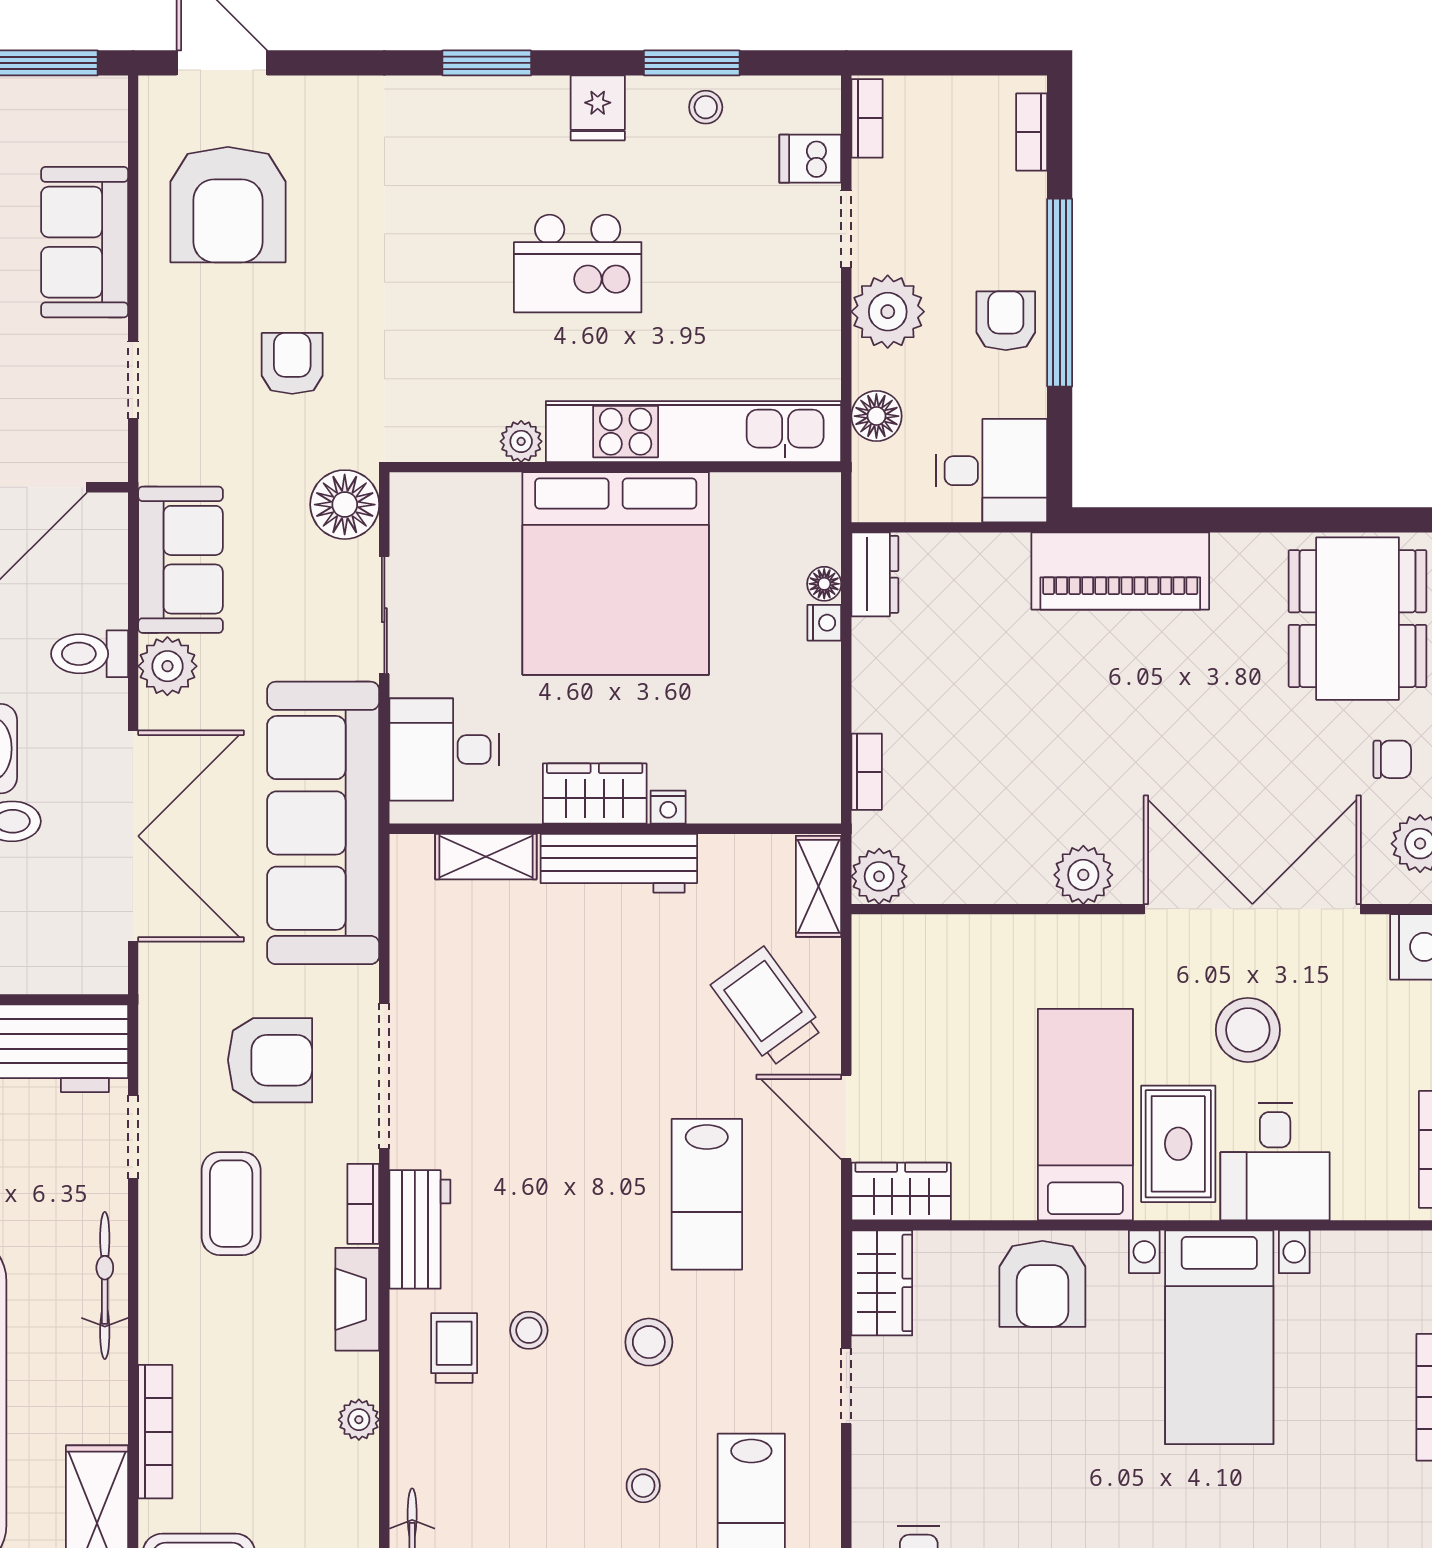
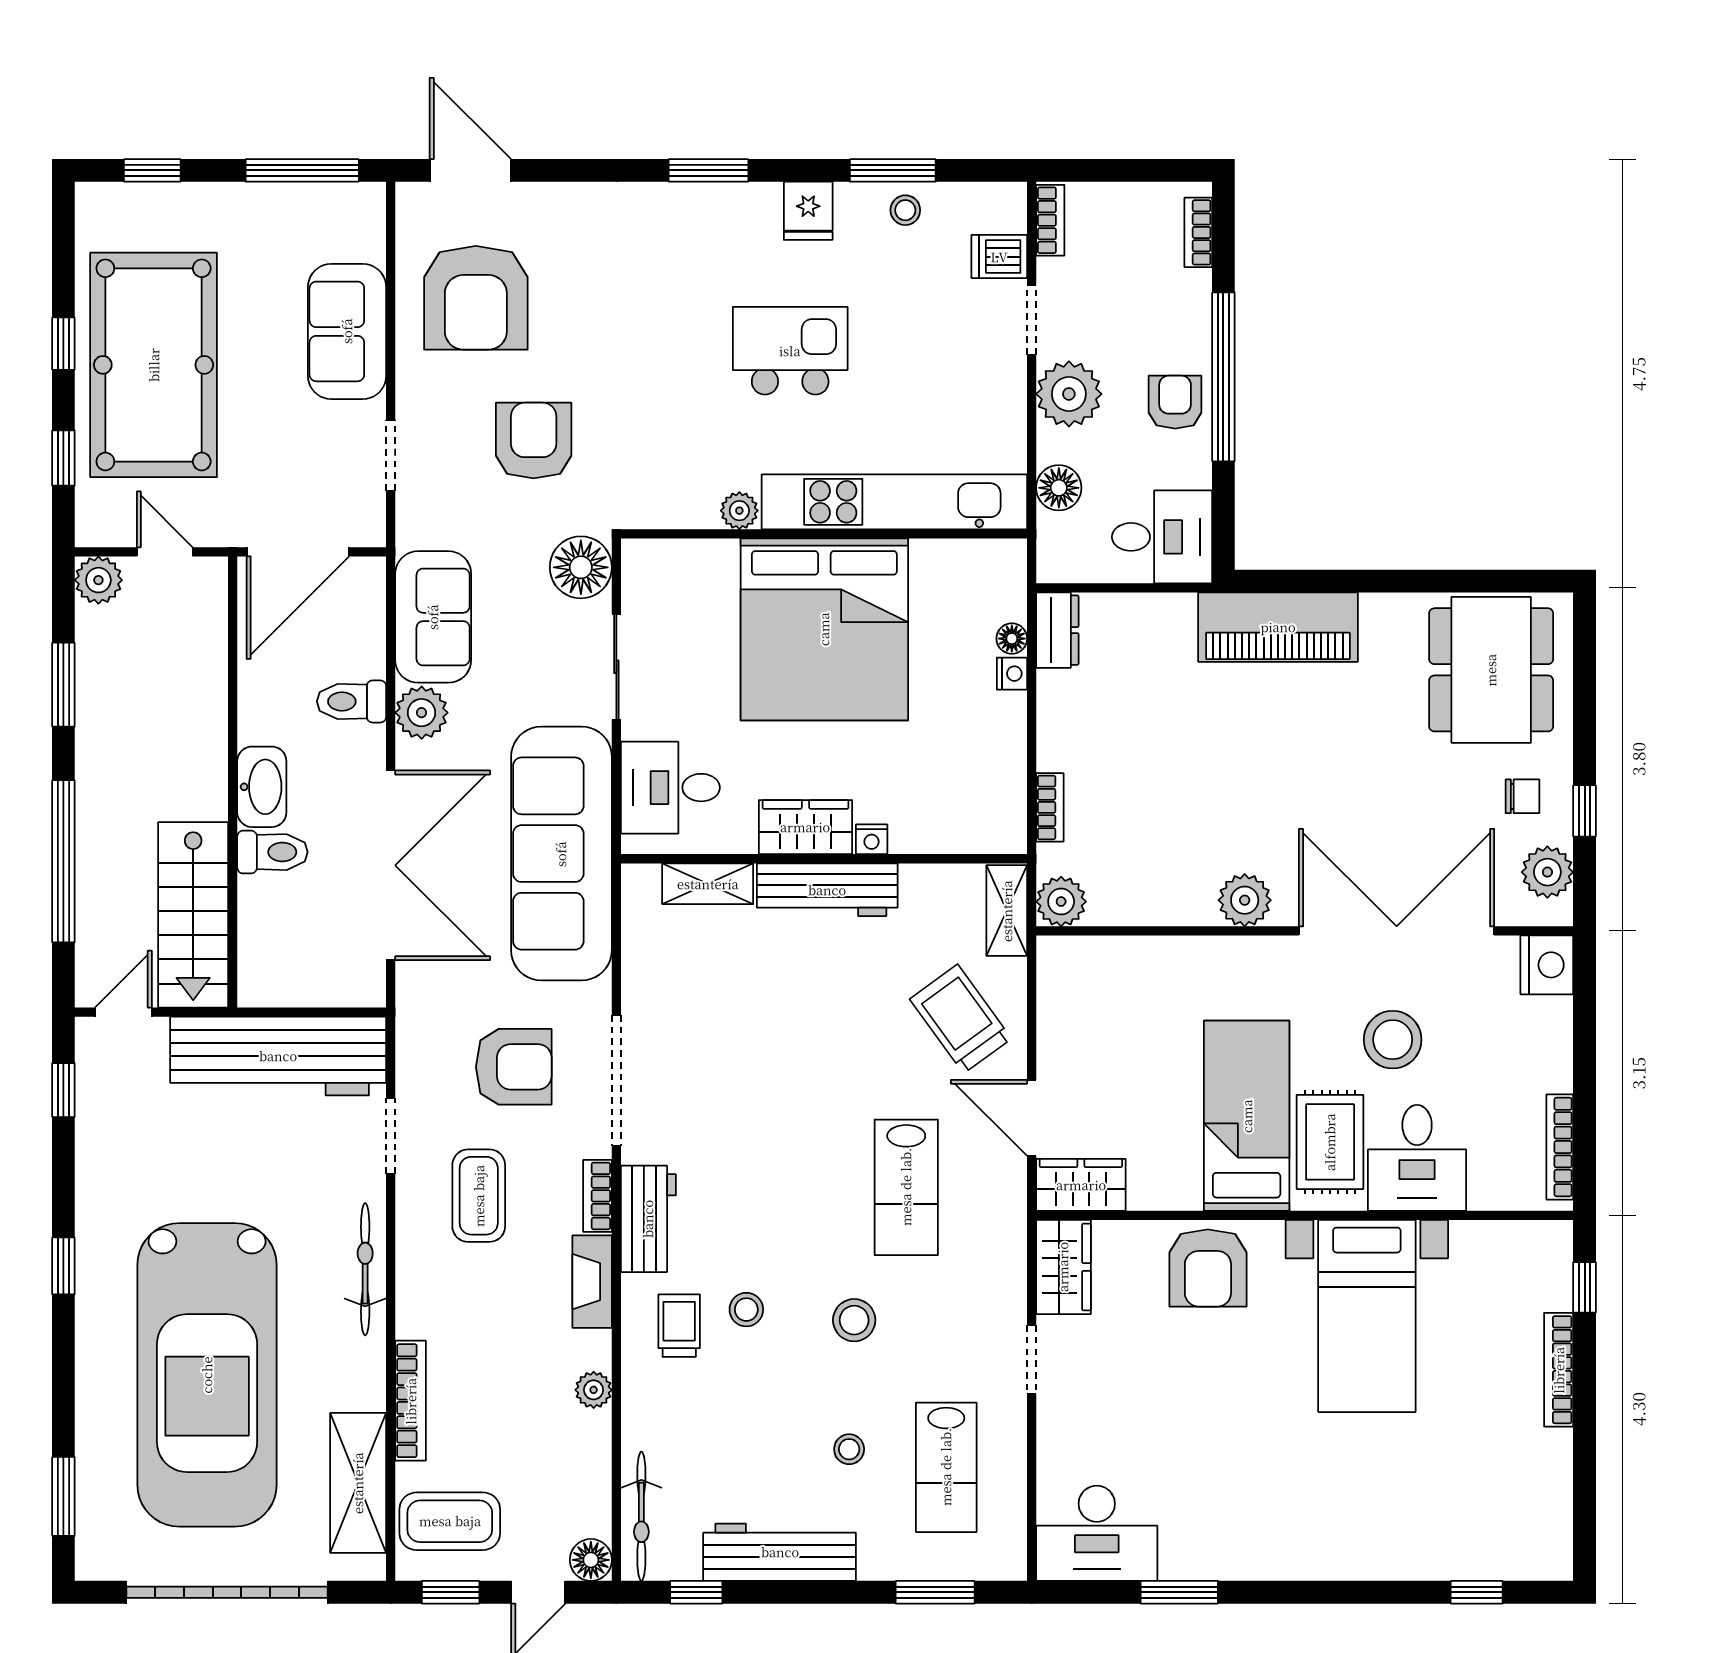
kitchen island: (578, 264) -> (790, 351), turned 180
armchair: (292, 363) -> (534, 441), width x1.38, depth x1.38

